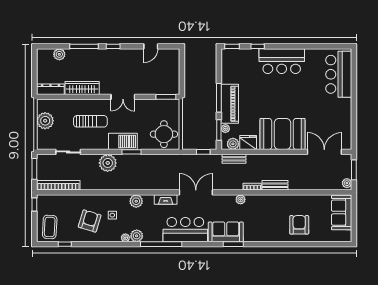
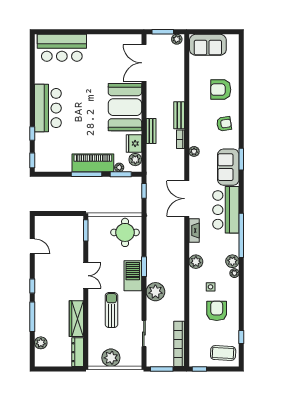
bench: (234, 159) -> (151, 131), moved
armchair: (90, 221) -> (217, 311), turned 73
armchair: (267, 228) -> (224, 124), added

